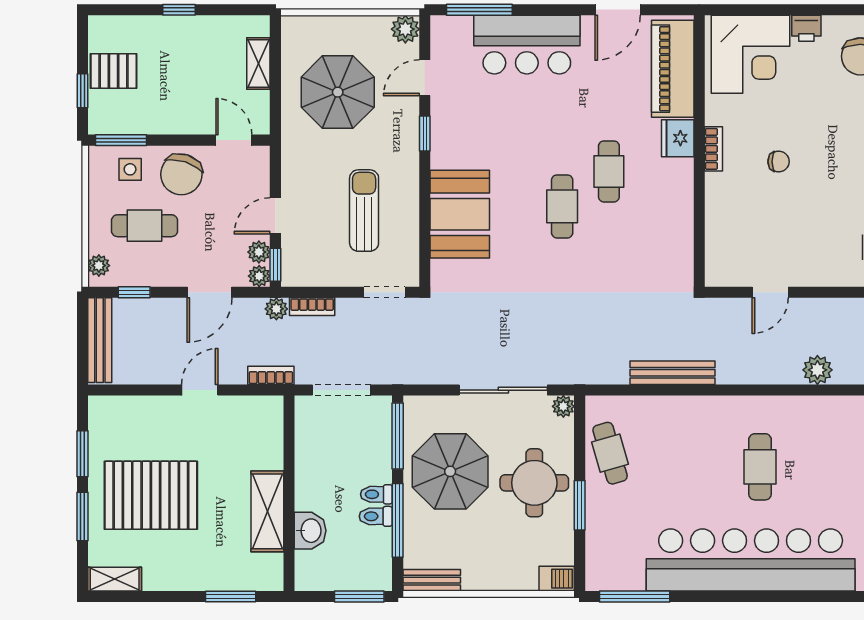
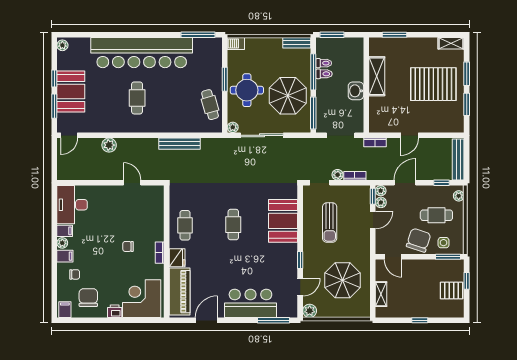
cafe table: (609, 171) -> (185, 225), moved
door: (770, 292) -> (132, 183), hinge flipped
plant: (276, 309) -> (338, 175), moved
toilet: (376, 494) -> (324, 63), moved
washbasin: (310, 531) -> (356, 91), moved

